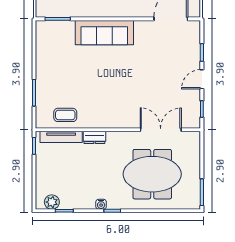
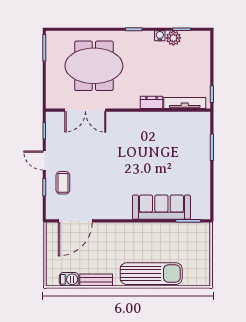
sofa: (104, 33) -> (161, 207), moved
door: (202, 79) -> (44, 161), swing flipped
coffee table: (65, 115) -> (63, 183), moved, turned 90
plant: (52, 202) -> (173, 38), moved
water cooler: (101, 204) -> (160, 36), moved

